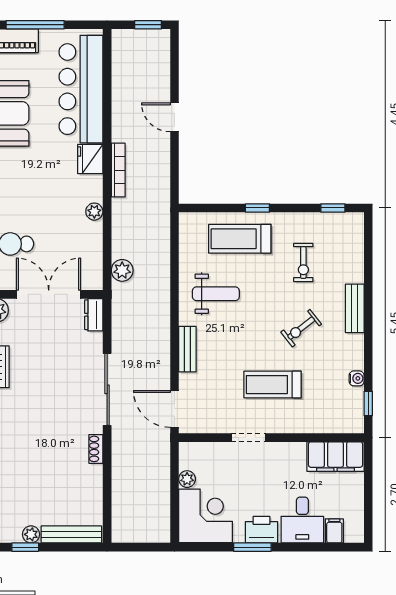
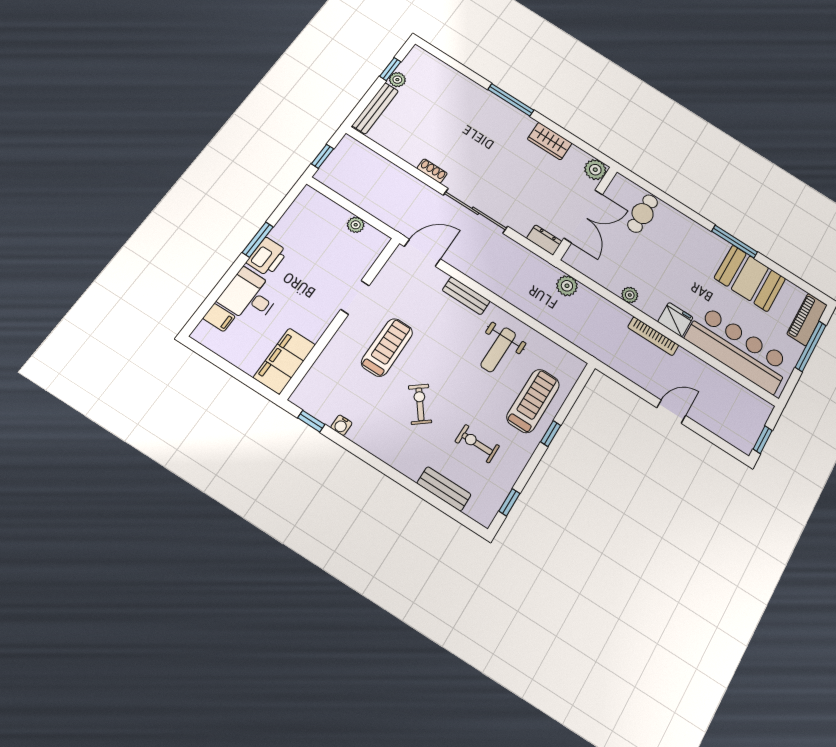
bench: (355, 308) -> (444, 489), moved
corner desk: (206, 516) -> (313, 219), removed
window: (146, 547) -> (322, 156), added

